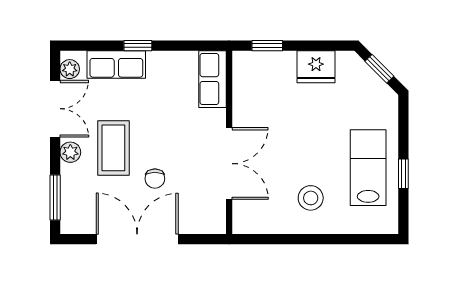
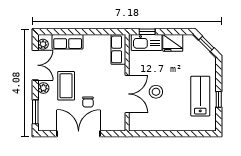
window: (138, 46) -> (79, 32), removed
kitchen sink: (266, 66) -> (147, 43), added
stool: (311, 198) -> (156, 92), moved

